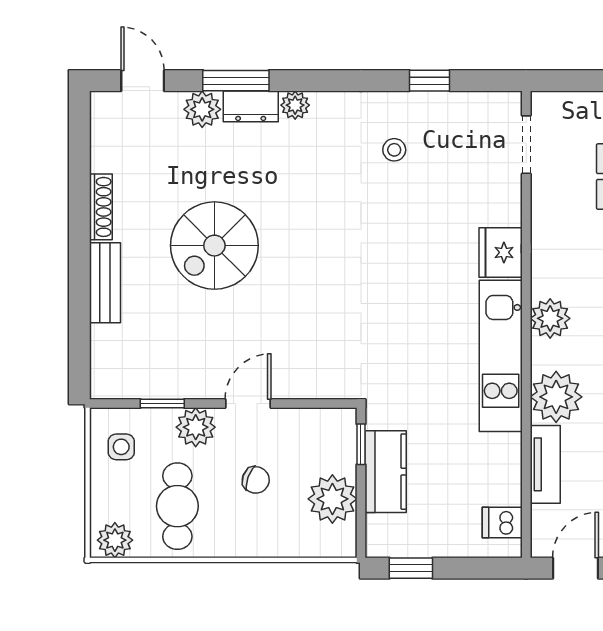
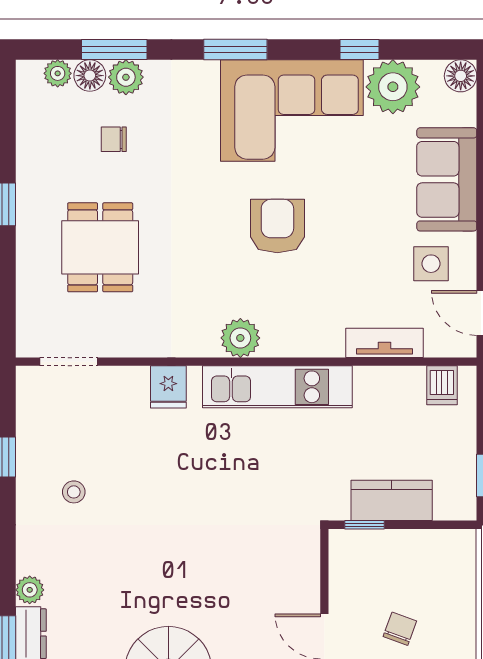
fridge: (501, 252) -> (168, 387), width x0.72
plant: (556, 397) -> (318, 332), removed
plant: (332, 499) -> (419, 553), removed

